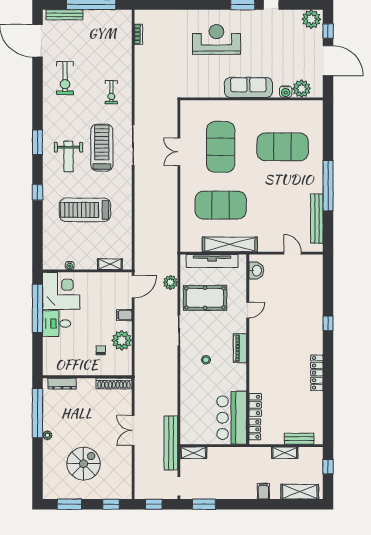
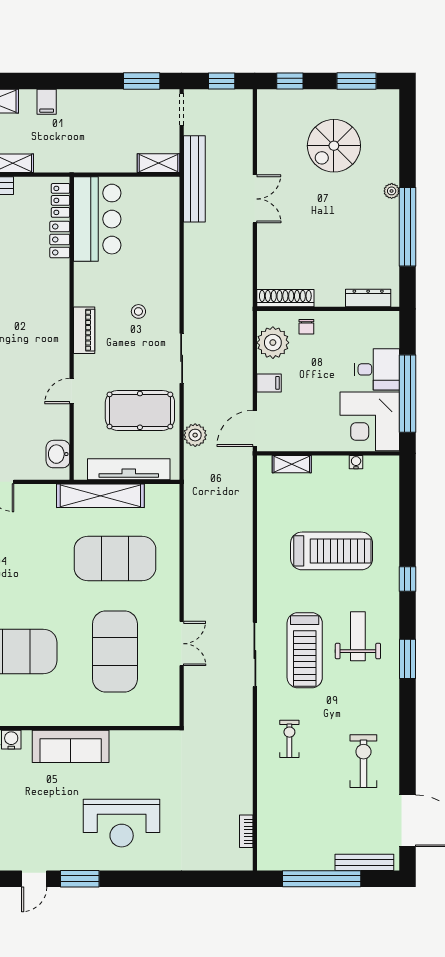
wall: (87, 377) -> (328, 309), moved
dresser: (62, 384) -> (368, 298), moved
shoe rack: (114, 384) -> (285, 298), moved

